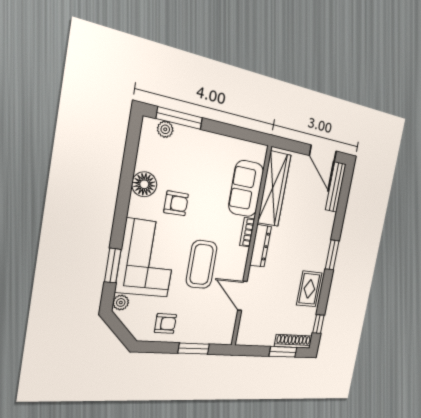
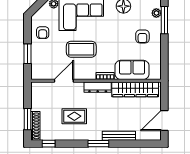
bench: (336, 187) -> (119, 136), moved
armchair: (176, 203) -> (142, 36), moved
rug: (309, 289) -> (74, 116), moved

